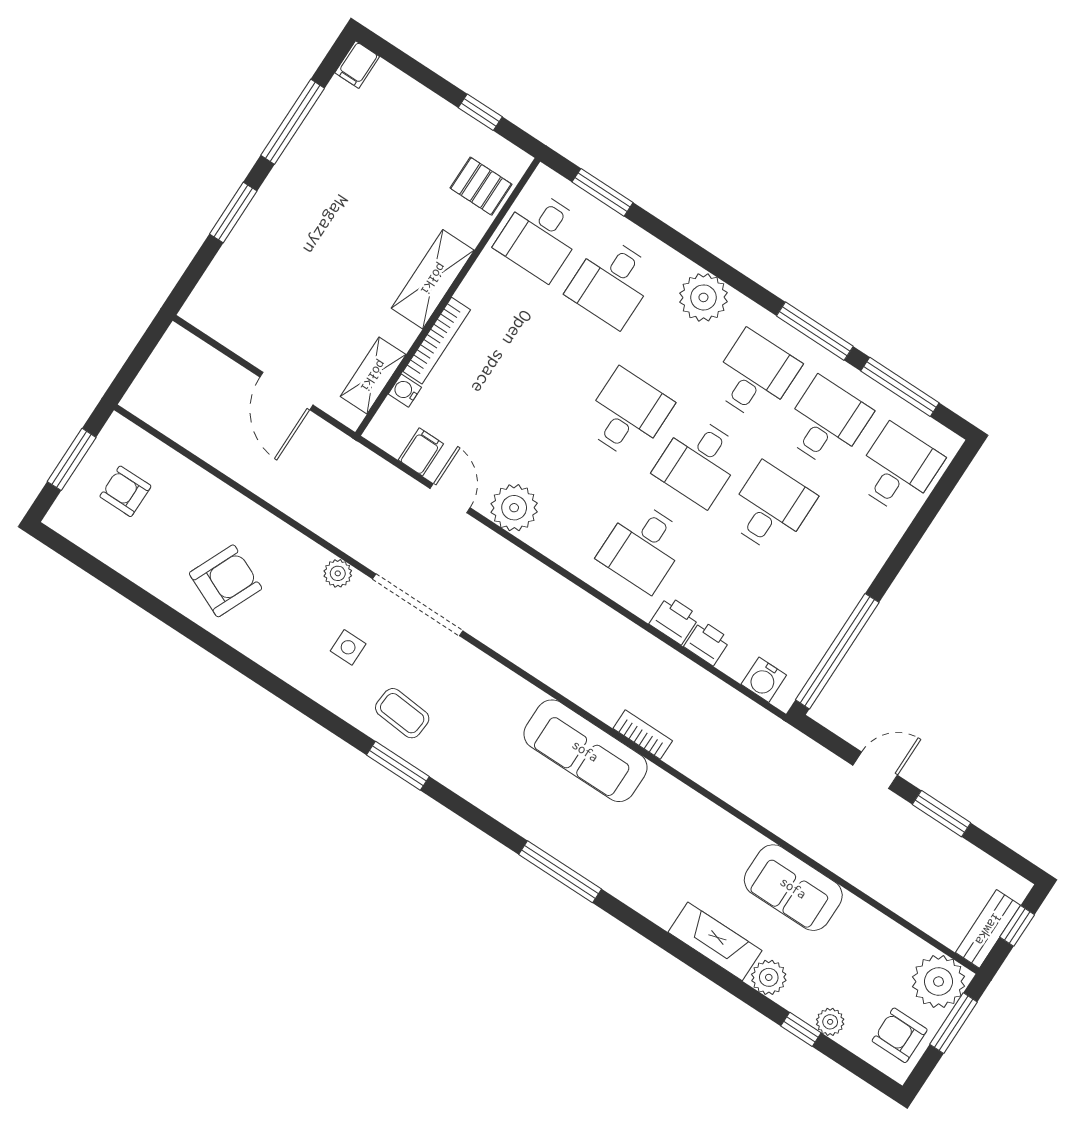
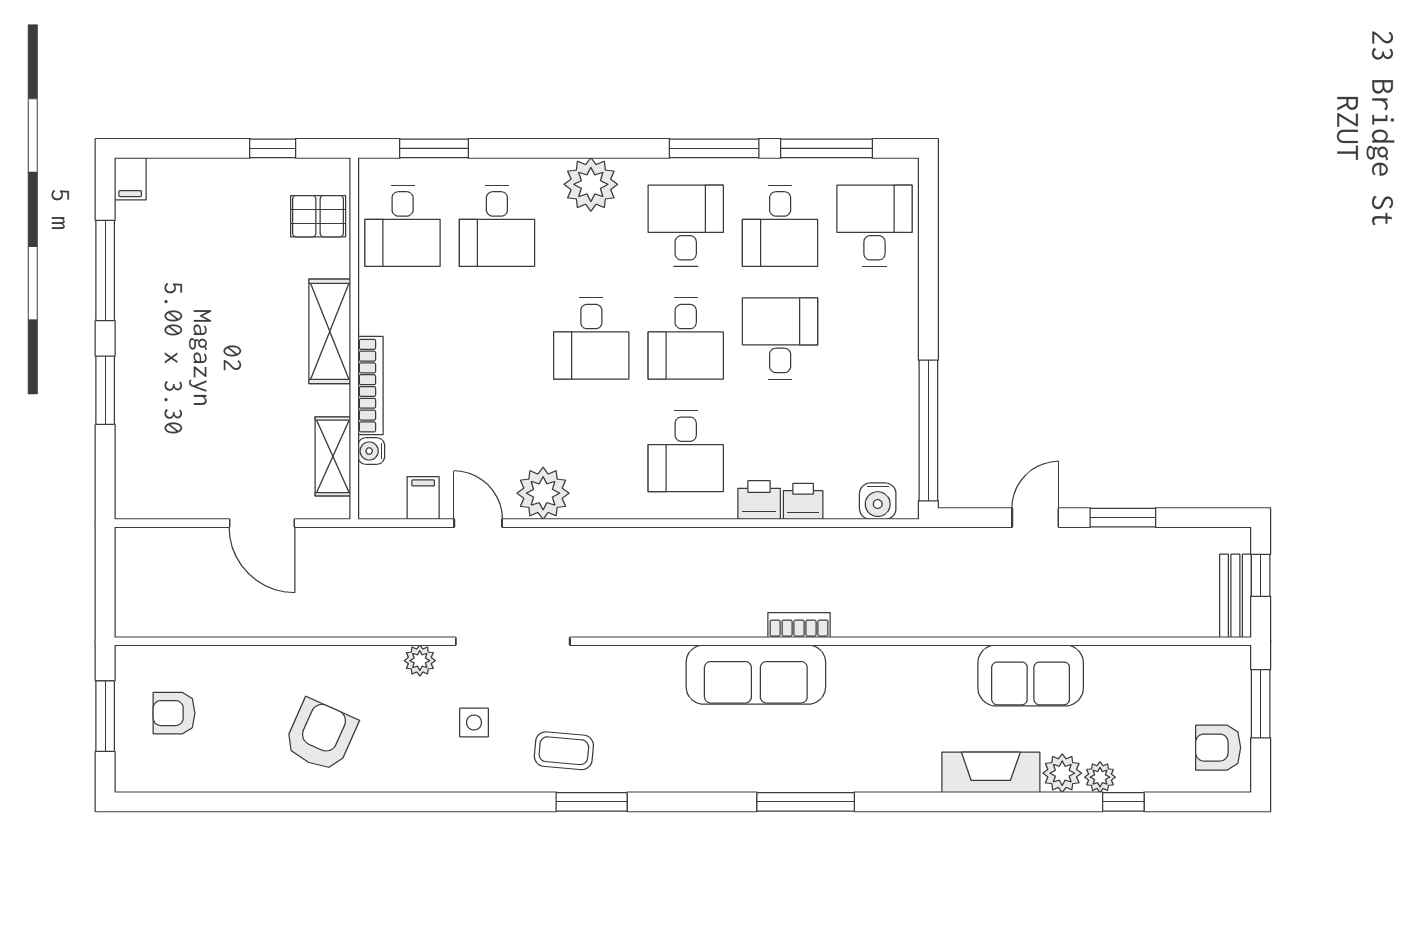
desk: (627, 414) -> (591, 338), turned 180
desk: (826, 423) -> (780, 226), turned 180
plant: (939, 982) -> (1222, 674), removed
plant: (830, 1022) -> (1100, 777), moved

